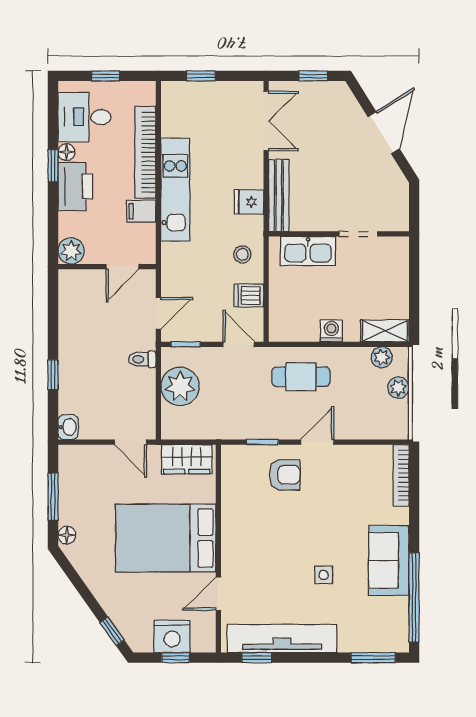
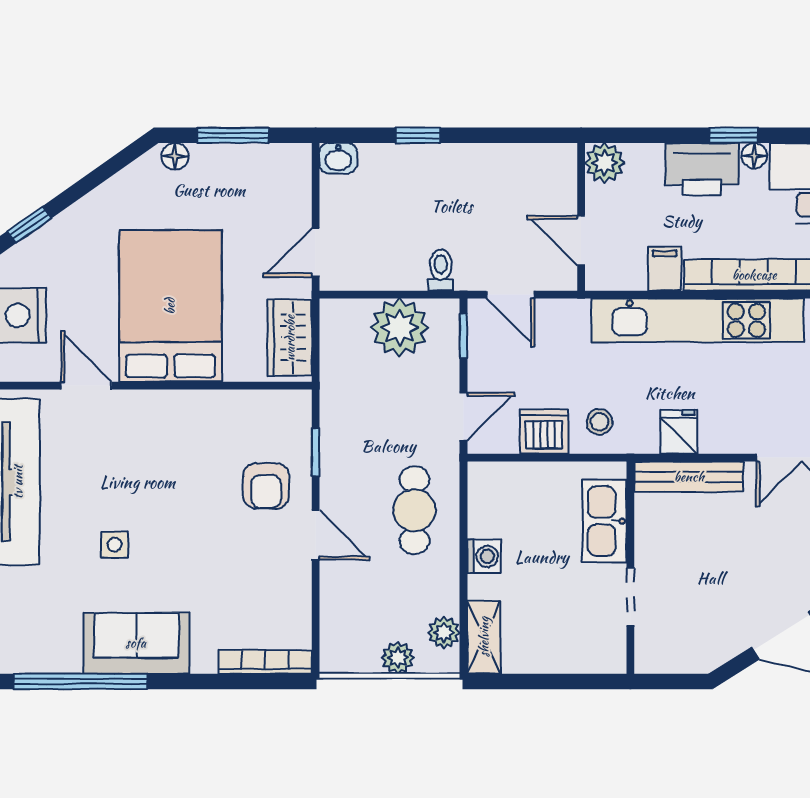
kitchen unit: (175, 190) -> (698, 320), width x1.36
dishwasher: (249, 295) -> (544, 431), width x1.38

